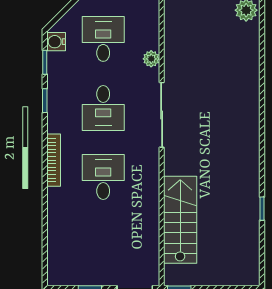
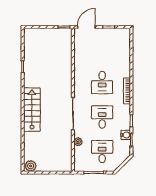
desk: (103, 39) -> (102, 152), turned 180
water cooler: (56, 42) -> (126, 135), moved
stairs: (180, 220) -> (32, 110), moved, turned 180

